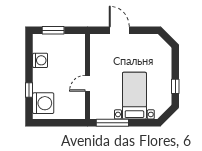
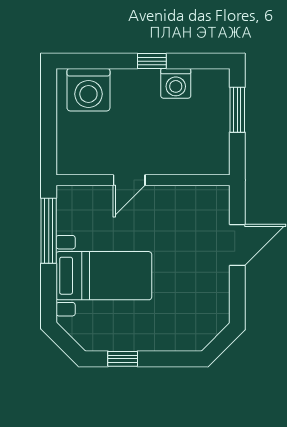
door: (88, 83) -> (129, 180), swing flipped
window: (29, 90) -> (152, 61), moved

